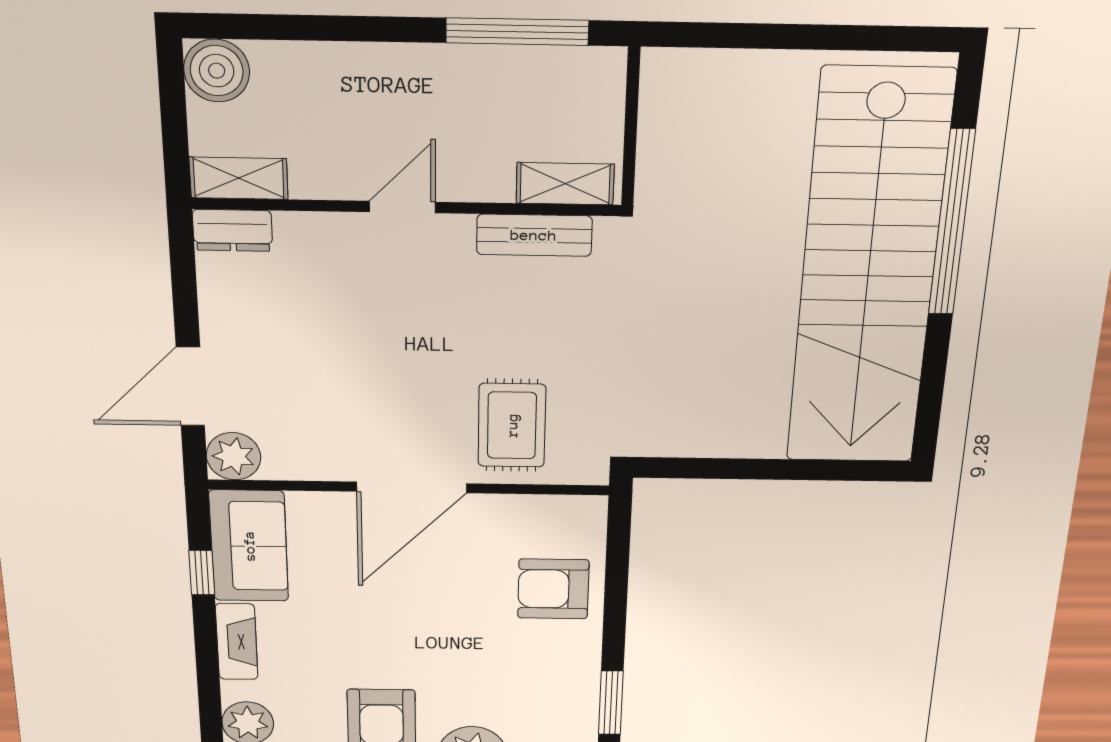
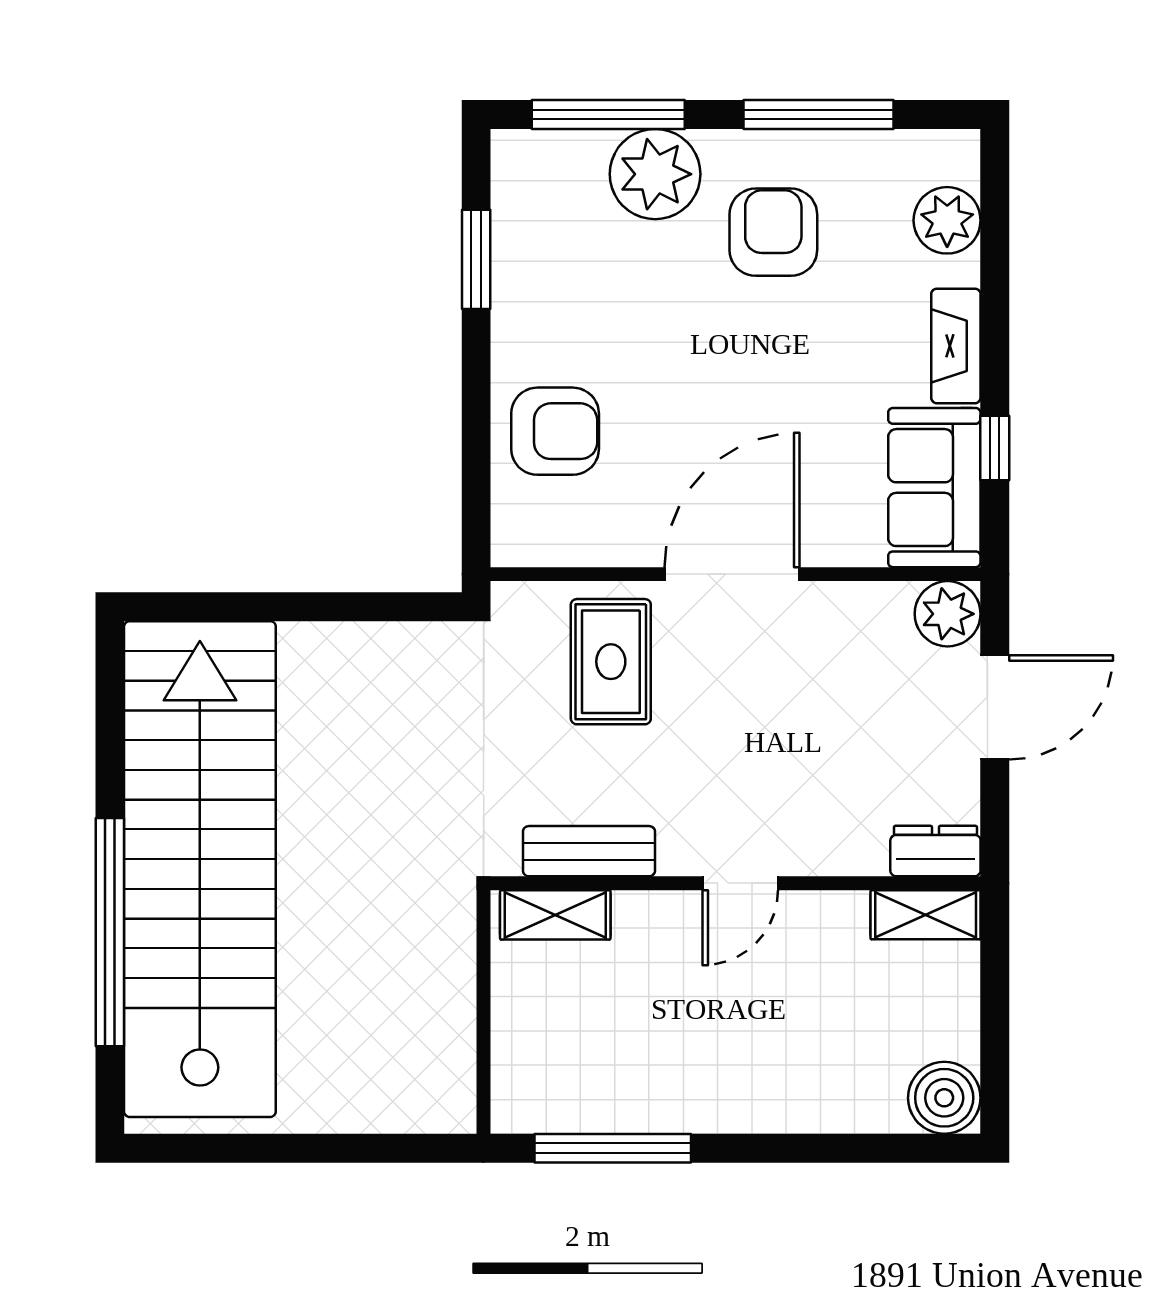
shelving: (239, 178) -> (926, 915), moved
shelving: (565, 184) -> (555, 915), moved
door: (402, 207) -> (740, 883), moved
wall: (407, 207) -> (735, 883), moved
dresser: (232, 230) -> (935, 851), moved
bench: (534, 235) -> (589, 851), moved

